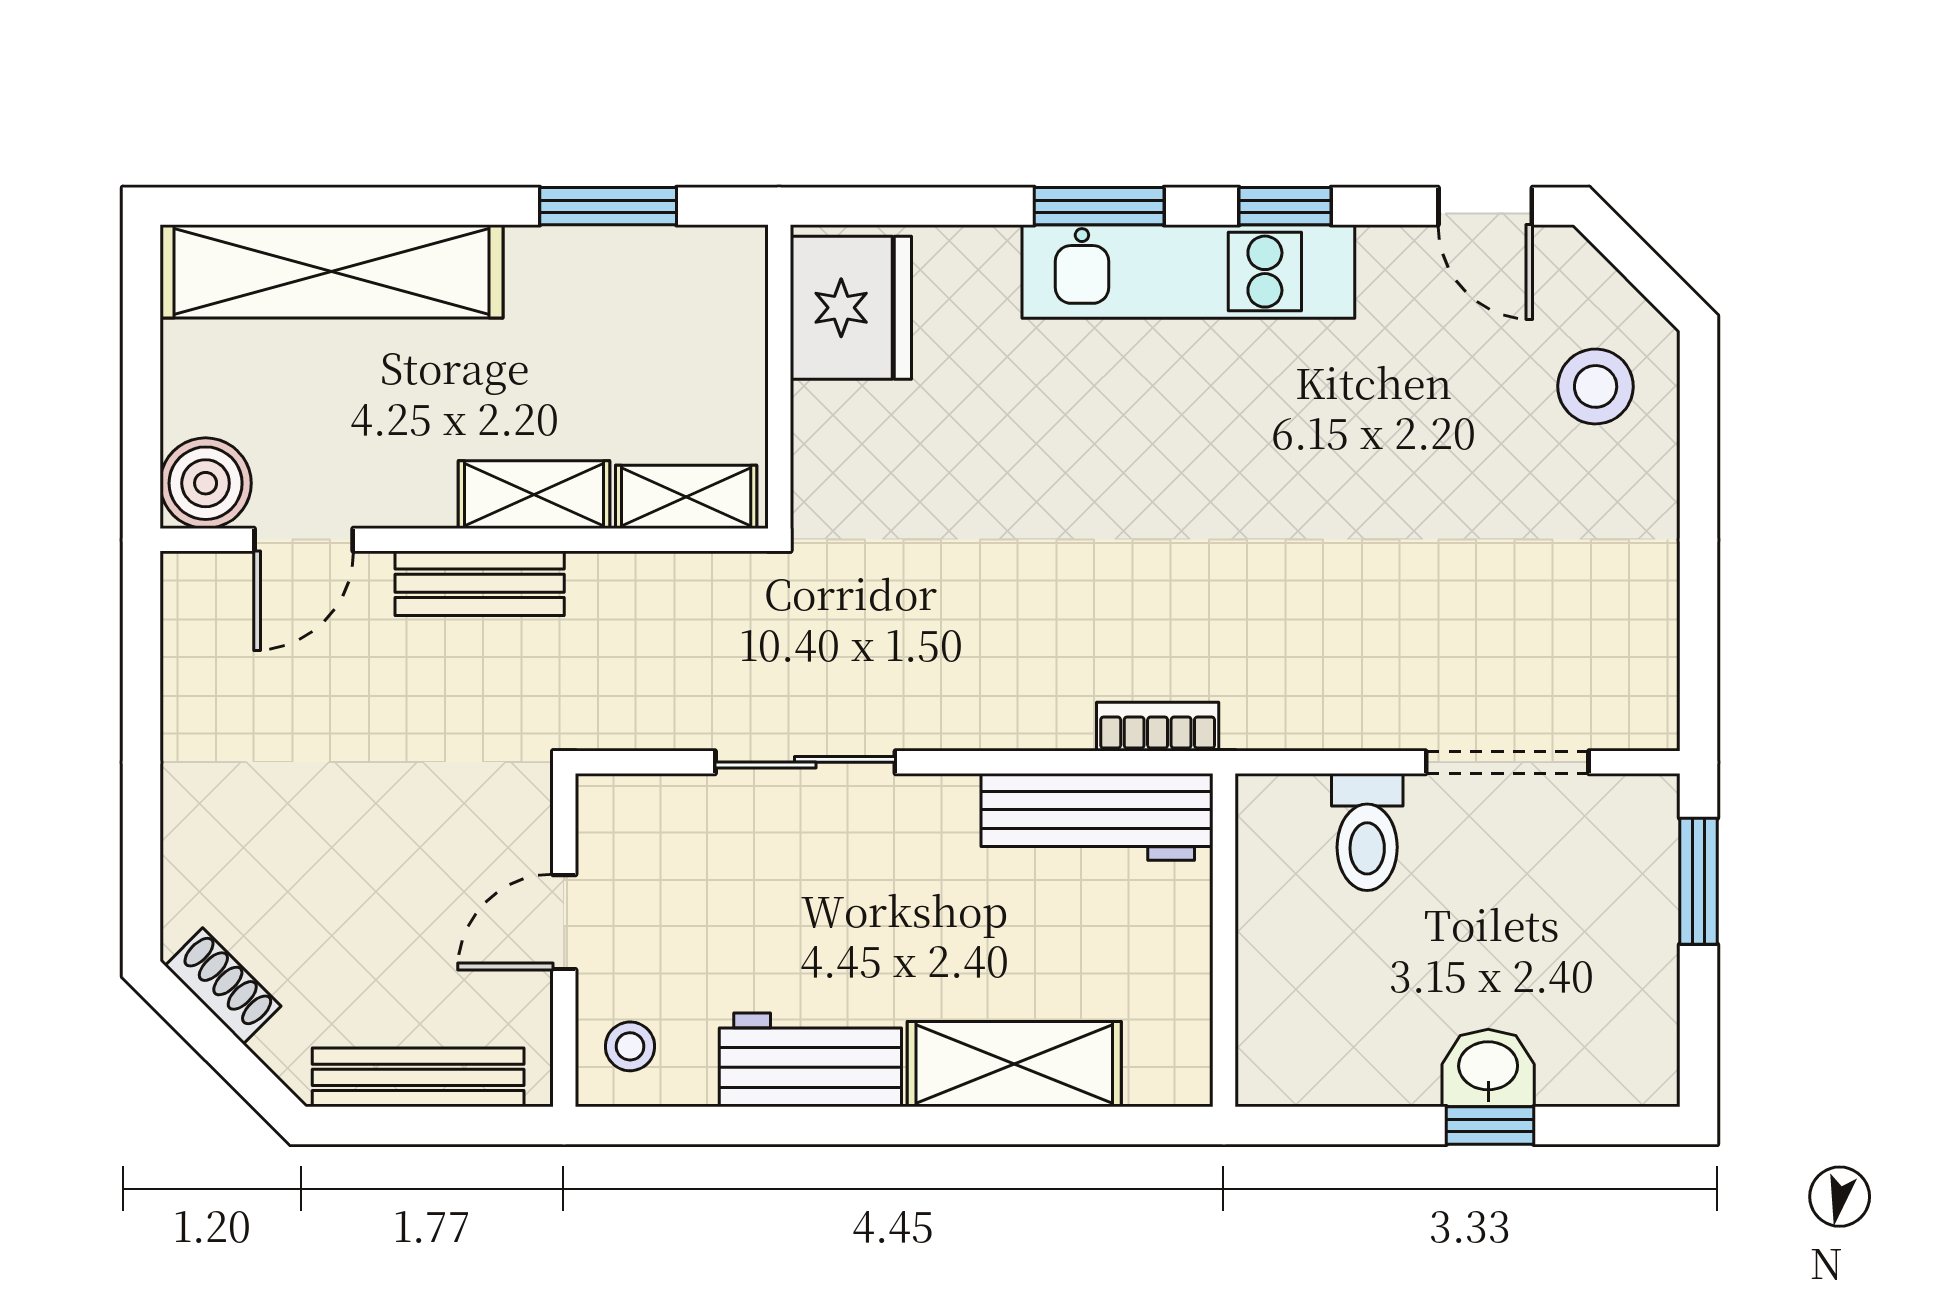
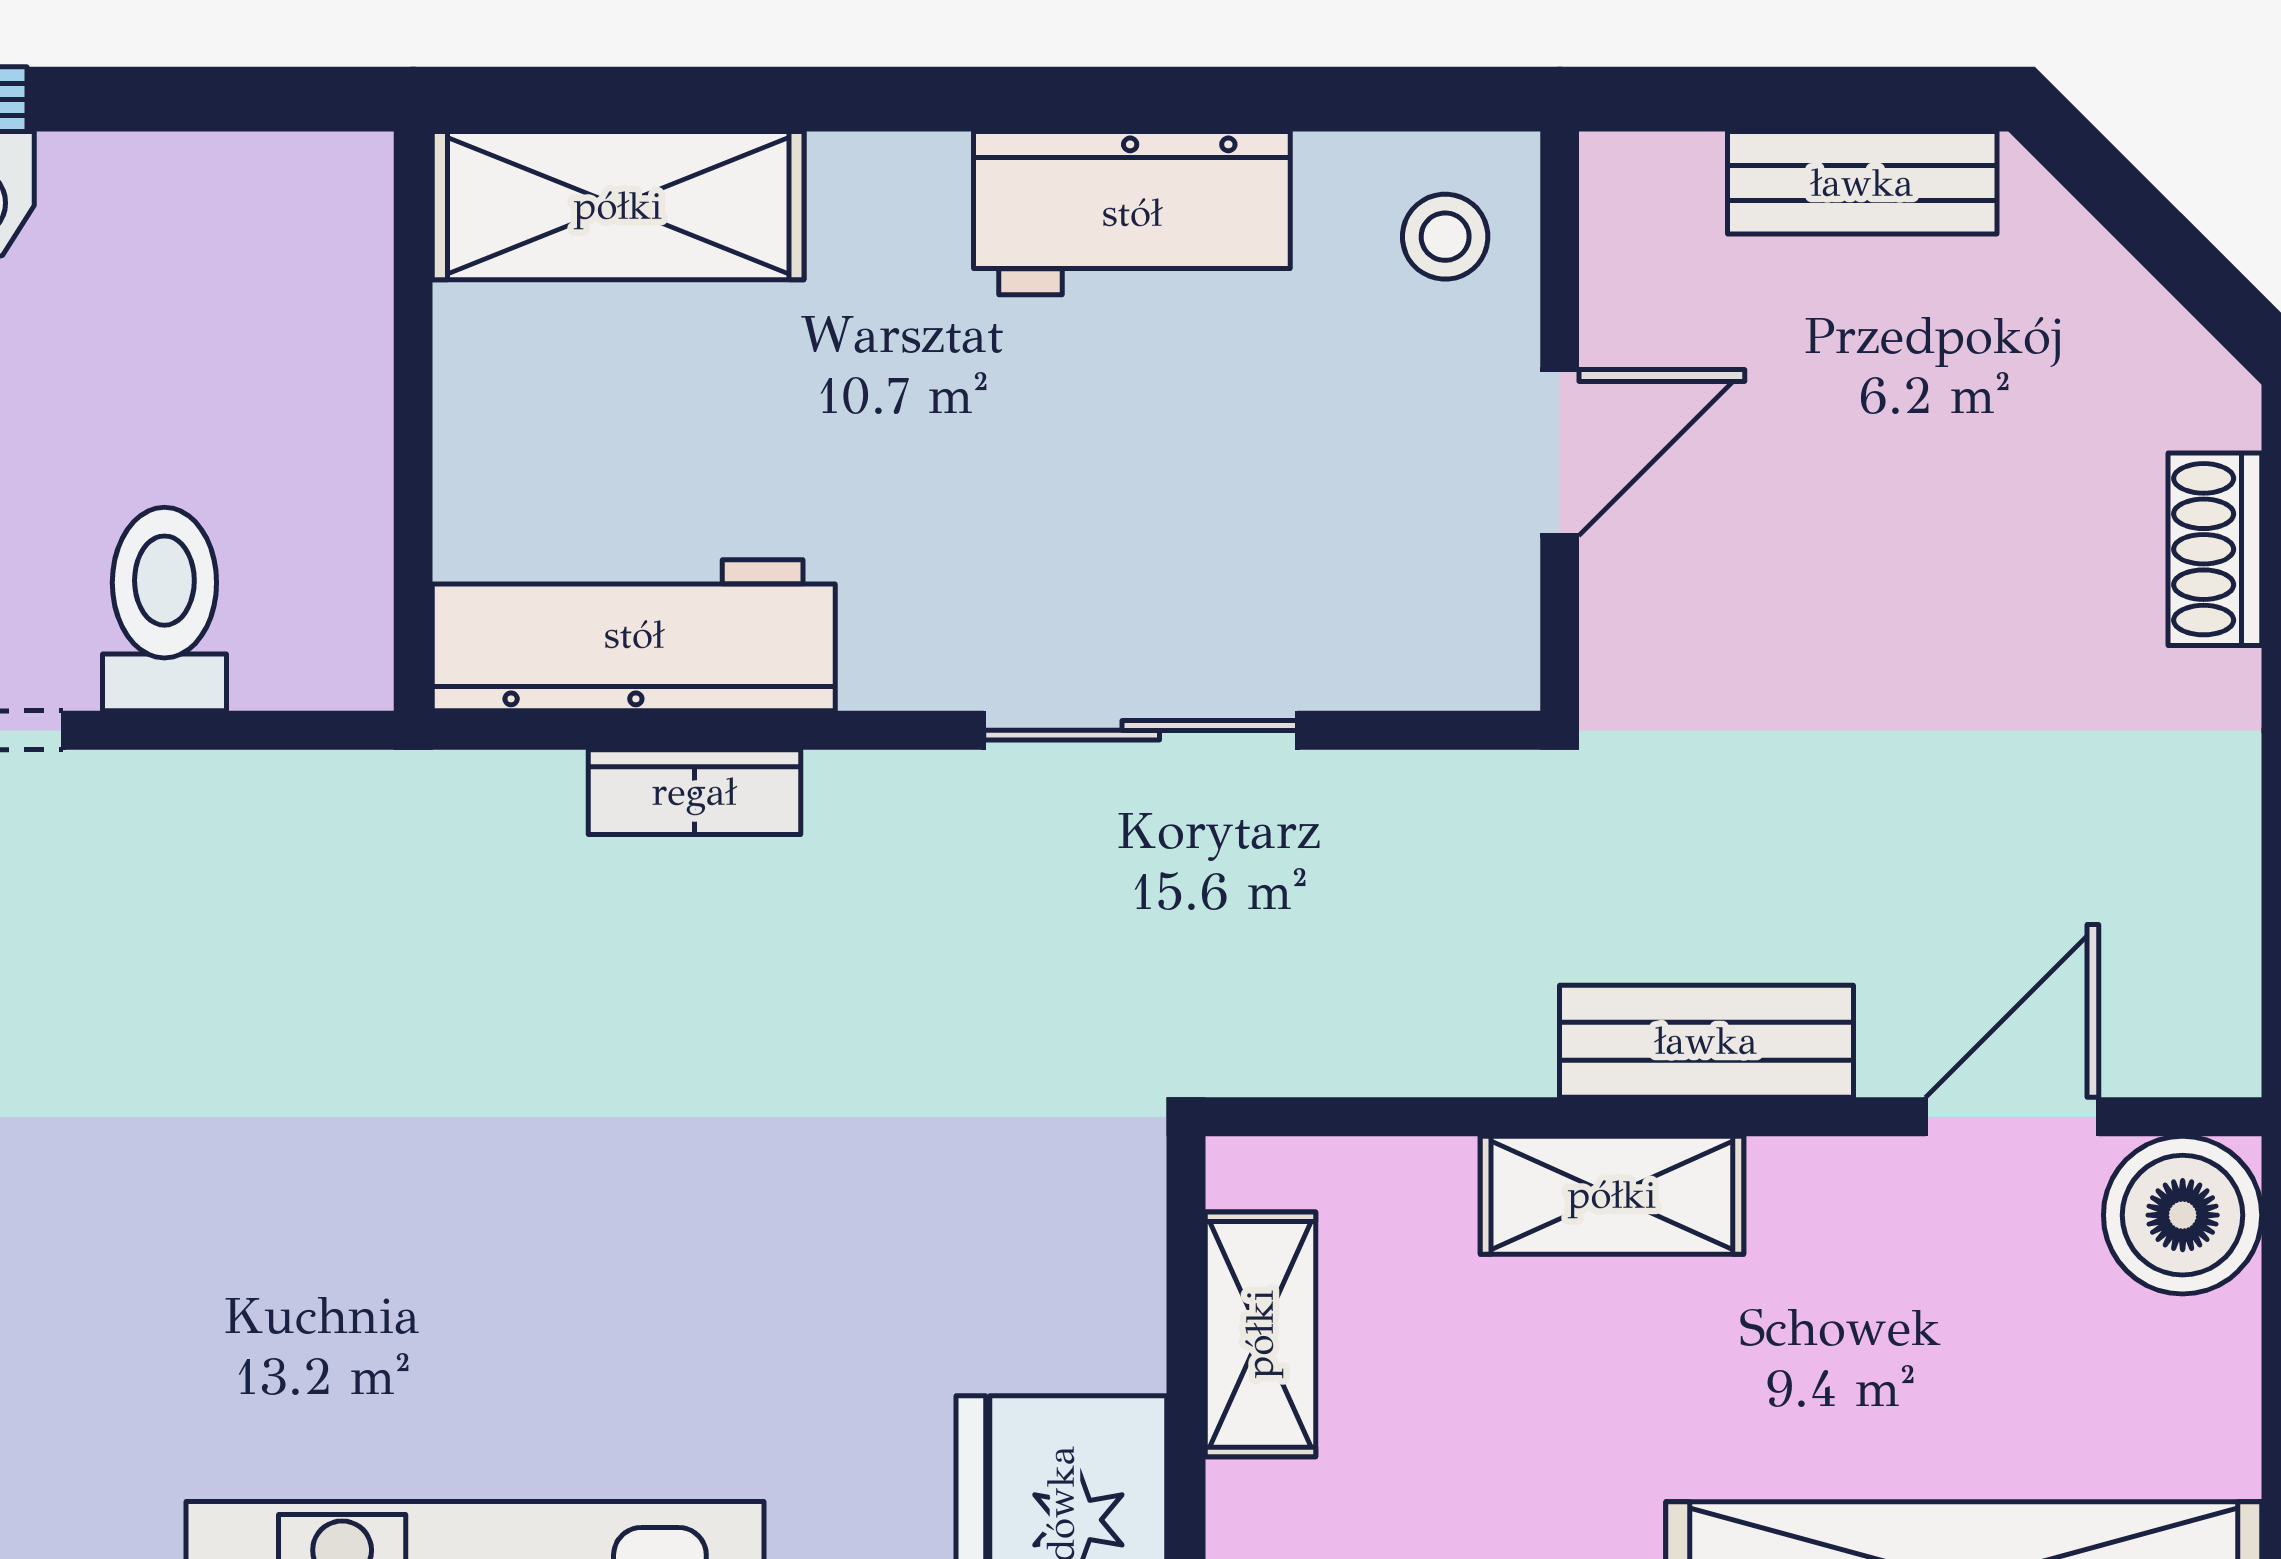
shelving: (686, 497) -> (1260, 1334), moved, turned 90
bookcase: (1158, 727) -> (694, 792), moved
shoe rack: (223, 986) -> (2215, 549), moved, turned 45
shelving: (1014, 1064) -> (618, 206), moved
bench: (418, 1077) -> (1862, 183), width x0.73

